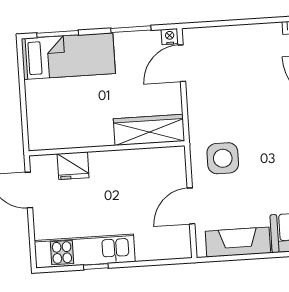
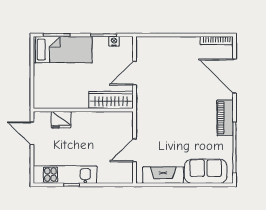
nightstand: (170, 37) -> (114, 41), moved
door: (182, 63) -> (135, 73), moved
side table: (223, 158) -> (157, 121), removed

